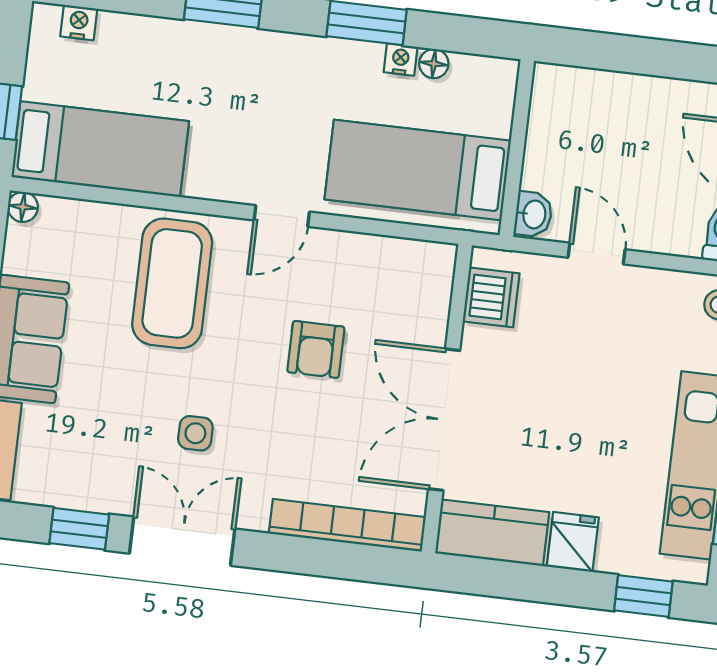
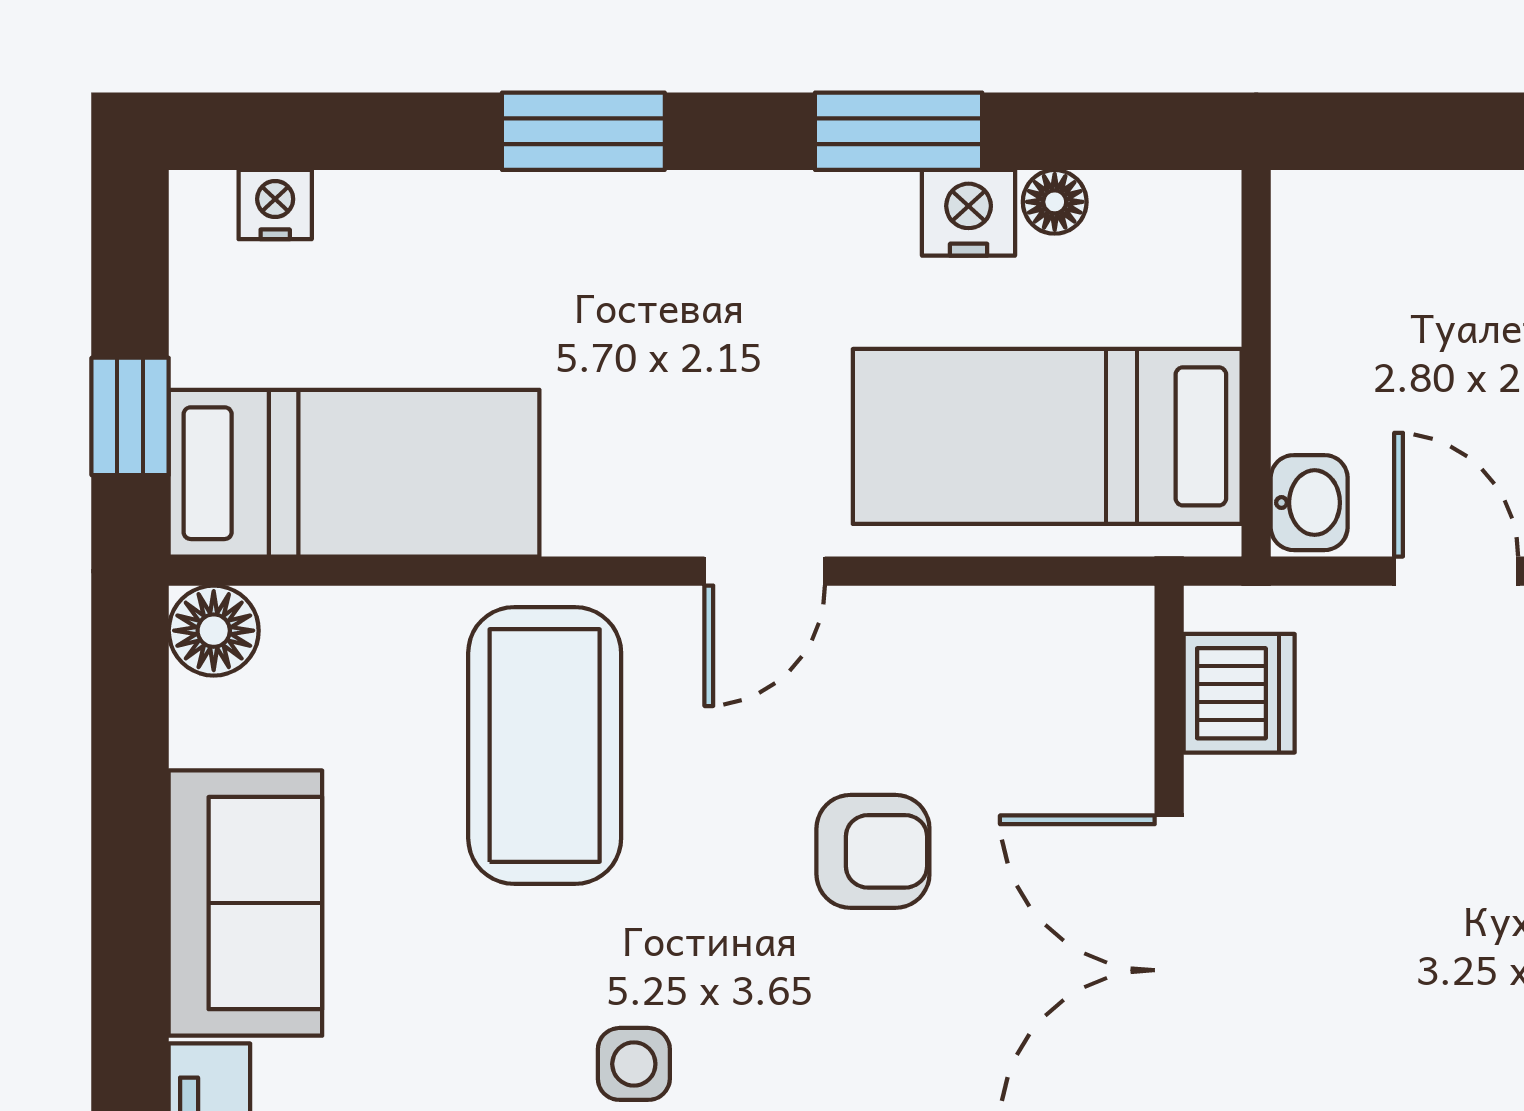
nightstand: (401, 60) -> (969, 213), width x1.39, depth x1.35
floor lamp: (23, 207) -> (214, 631), width x1.37, depth x1.37
armchair: (316, 349) -> (873, 851), turned -90

